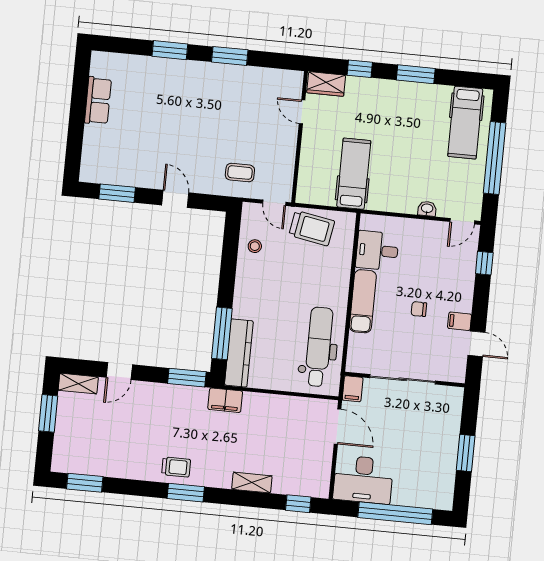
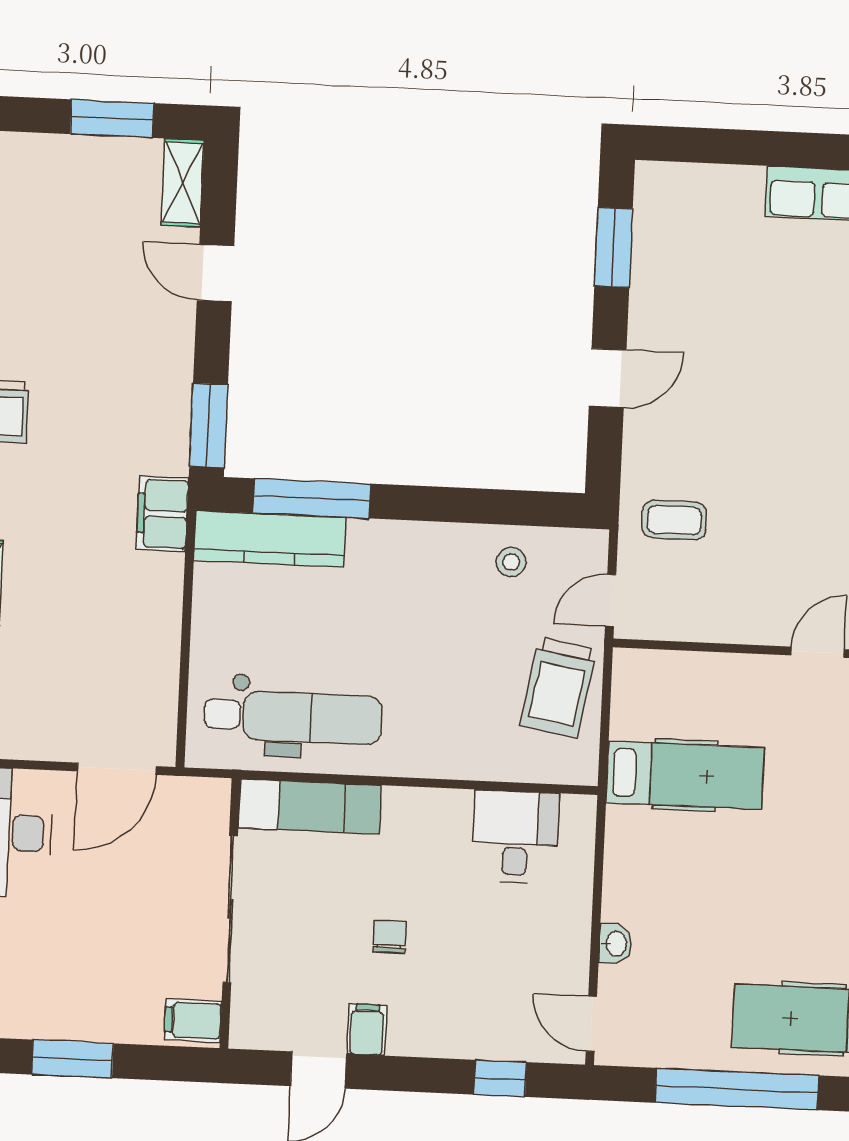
coffee table: (240, 173) -> (674, 520), turned 90
exam couch: (363, 301) -> (310, 807), moved
filing cabinet: (353, 389) -> (193, 1020), moved

